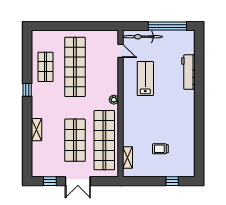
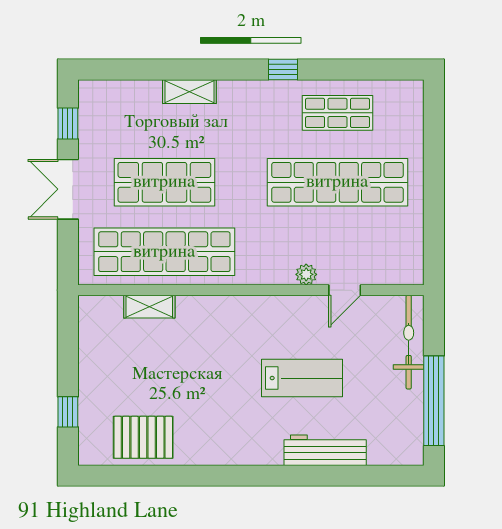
door: (121, 51) -> (345, 290), moved
lab bench: (145, 79) -> (302, 378), moved
plant: (114, 100) -> (306, 274), moved
trolley: (160, 149) -> (144, 384), removed
pallet: (183, 149) -> (143, 437), added
shelving: (128, 158) -> (149, 307), moved

